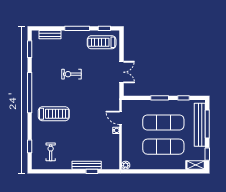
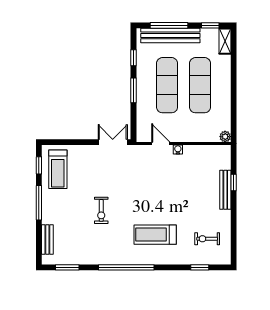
double door: (122, 72) -> (113, 142), moved
treadmill: (54, 114) -> (155, 235), turned -90
door: (121, 118) -> (161, 144), swing flipped

